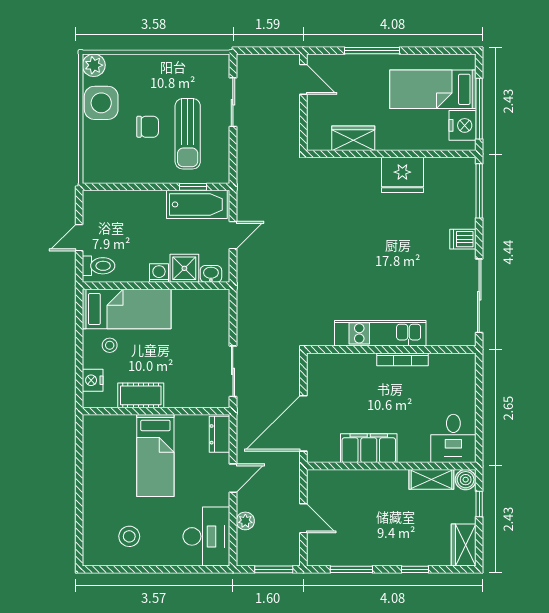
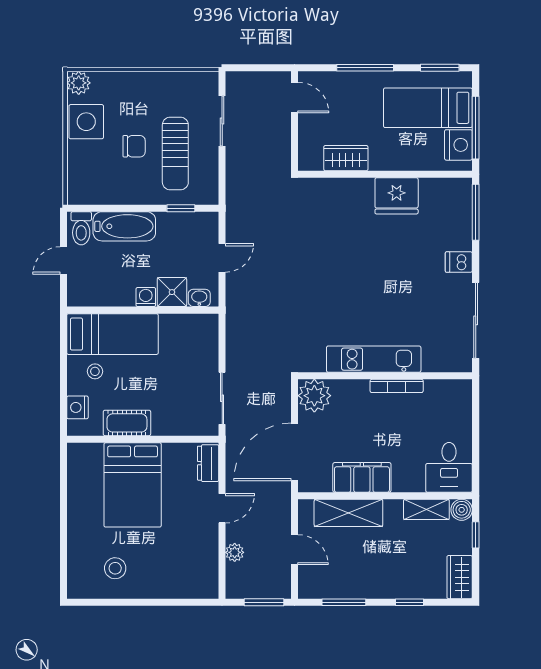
window: (444, 51) -> (440, 68), added
bathtub: (197, 204) -> (124, 226), moved
toilet: (99, 266) -> (81, 228), moved, turned 90
plant: (323, 369) -> (314, 396), added
bed: (155, 455) -> (133, 485), width x1.50
shelving: (356, 483) -> (348, 513), added
desk: (206, 536) -> (195, 568), removed

